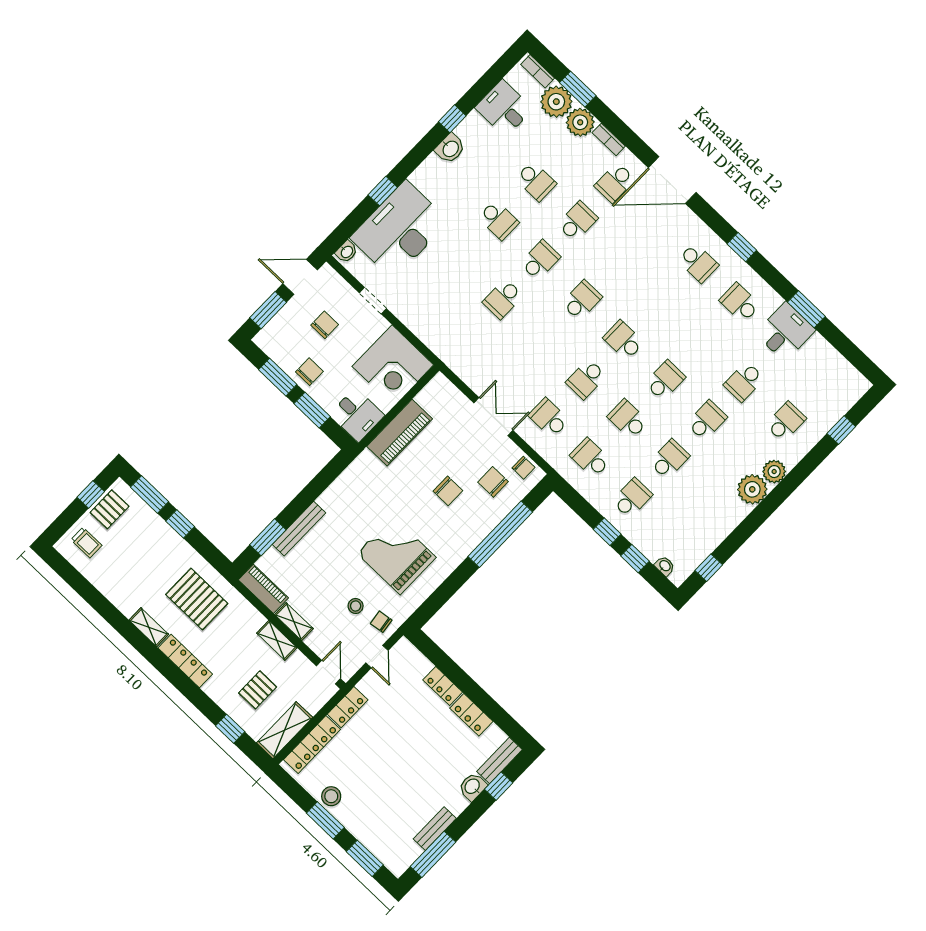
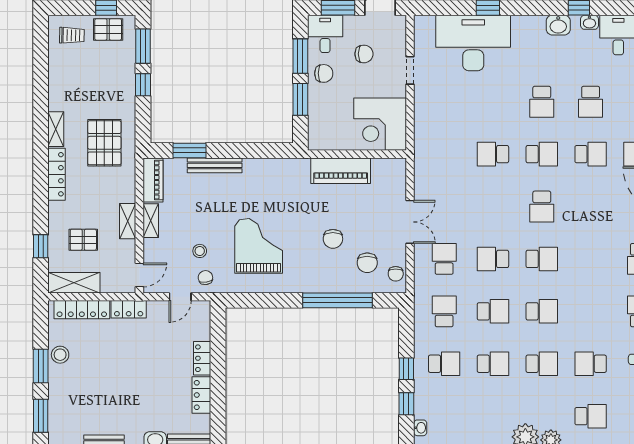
washbasin: (347, 252) -> (589, 22), moved
school desk: (582, 300) -> (542, 207), turned 90
school desk: (623, 340) -> (542, 259), turned 90
desk: (357, 415) -> (325, 34), moved, turned 180
school desk: (628, 419) -> (493, 311), turned 90
chair: (493, 482) -> (367, 263), turned 180
trolley: (86, 543) -> (72, 35), turned -89

